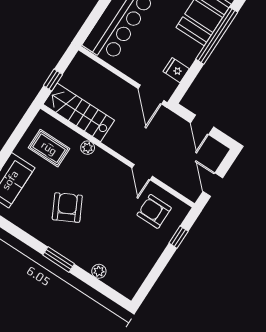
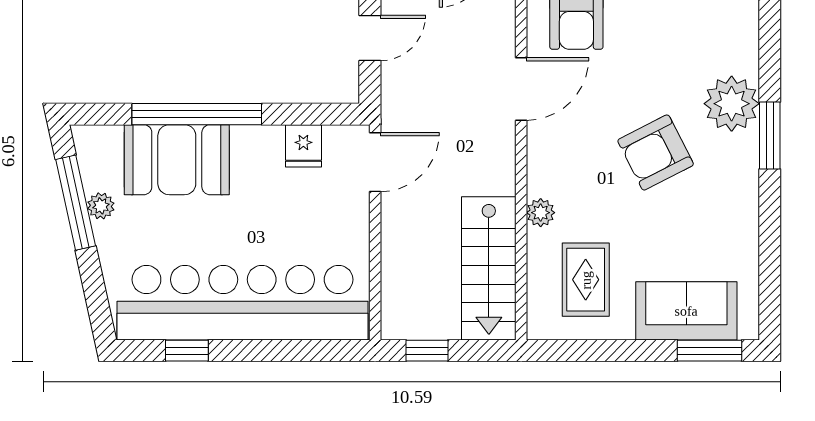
window: (53, 80) -> (427, 351), moved
door: (142, 172) -> (521, 89), width x1.38
armchair: (67, 208) -> (656, 152), moved
plant: (99, 271) -> (732, 104), moved, width x1.88, depth x1.88

